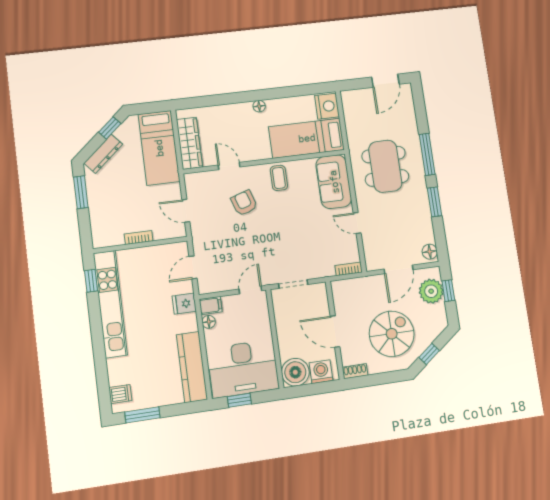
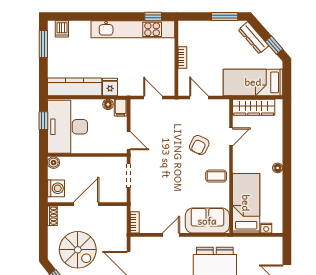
nightstand: (327, 106) -> (266, 228), width x0.53, depth x0.56
armchair: (244, 203) -> (199, 145), turned 134
door: (186, 211) -> (199, 98), hinge flipped
fridge: (184, 304) -> (110, 87), moved
boiler: (295, 372) -> (54, 163), width x0.54, depth x0.54

